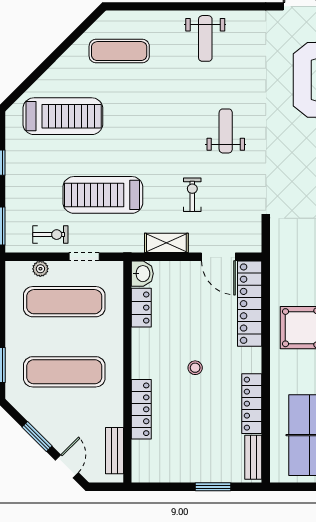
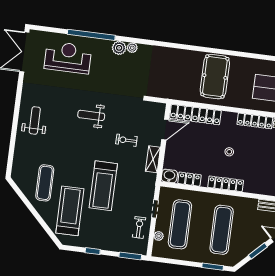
weight bench: (205, 38) -> (35, 120), turned -90
exercise mat: (119, 51) -> (45, 183), moved
treadmill: (103, 195) -> (103, 186), moved
locker: (141, 409) -> (226, 184), moved

